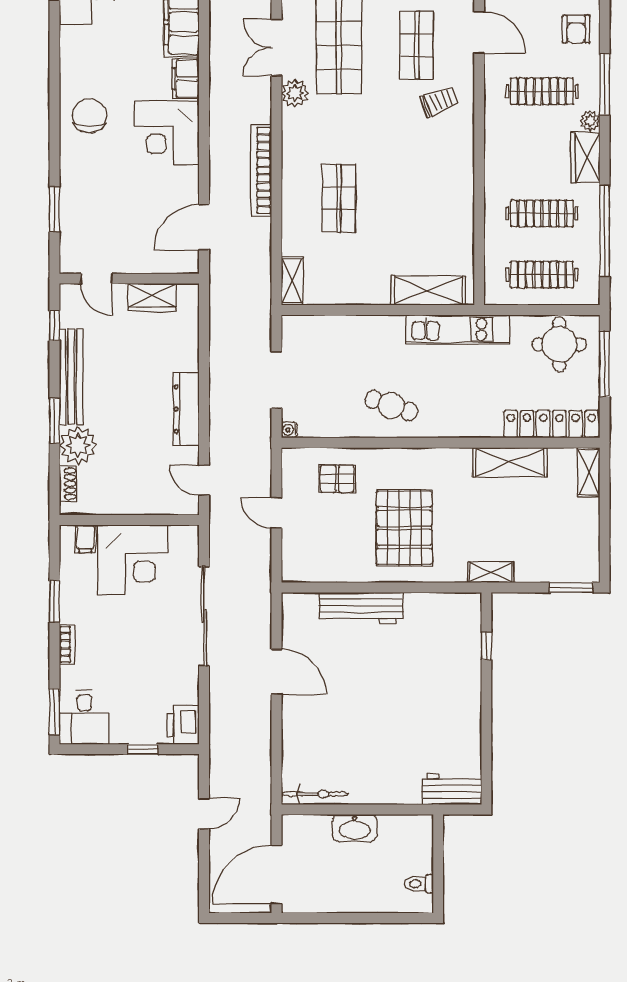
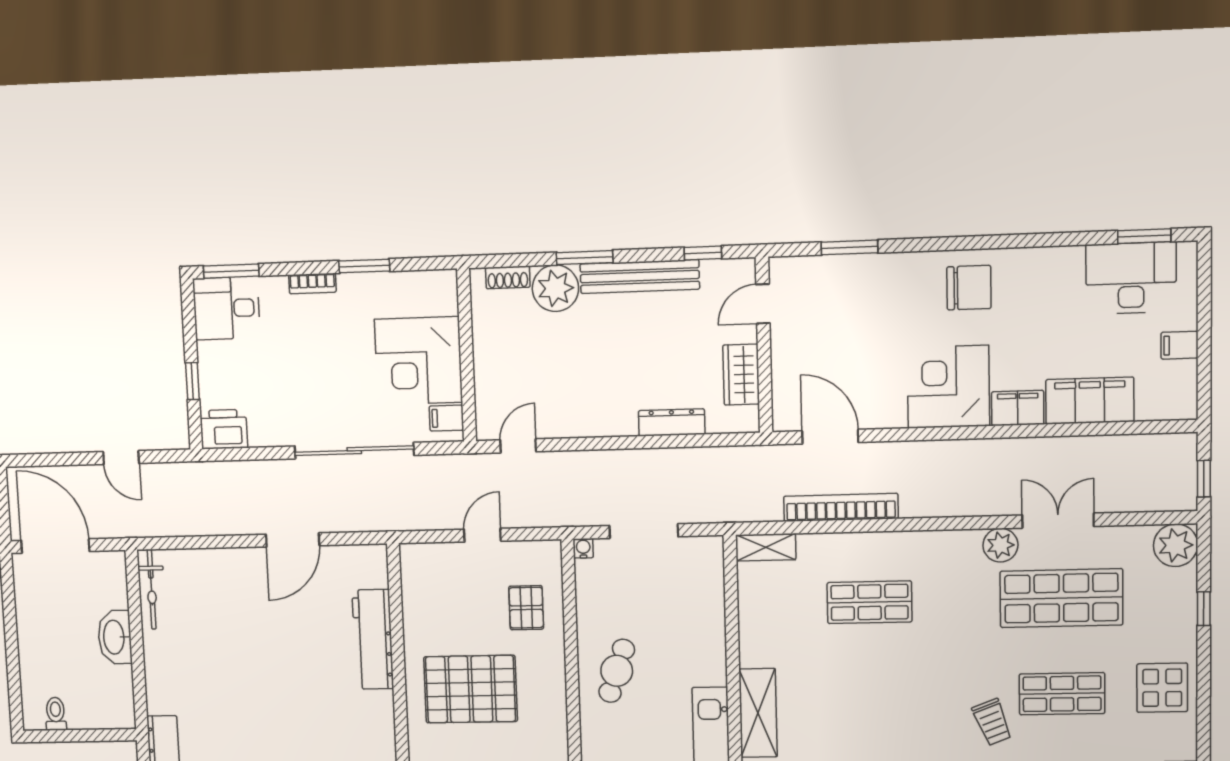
bookcase: (261, 170) -> (841, 507), moved
dresser: (186, 409) -> (672, 422), moved, width x0.73, depth x0.80
filing cabinet: (85, 539) -> (446, 418), moved

